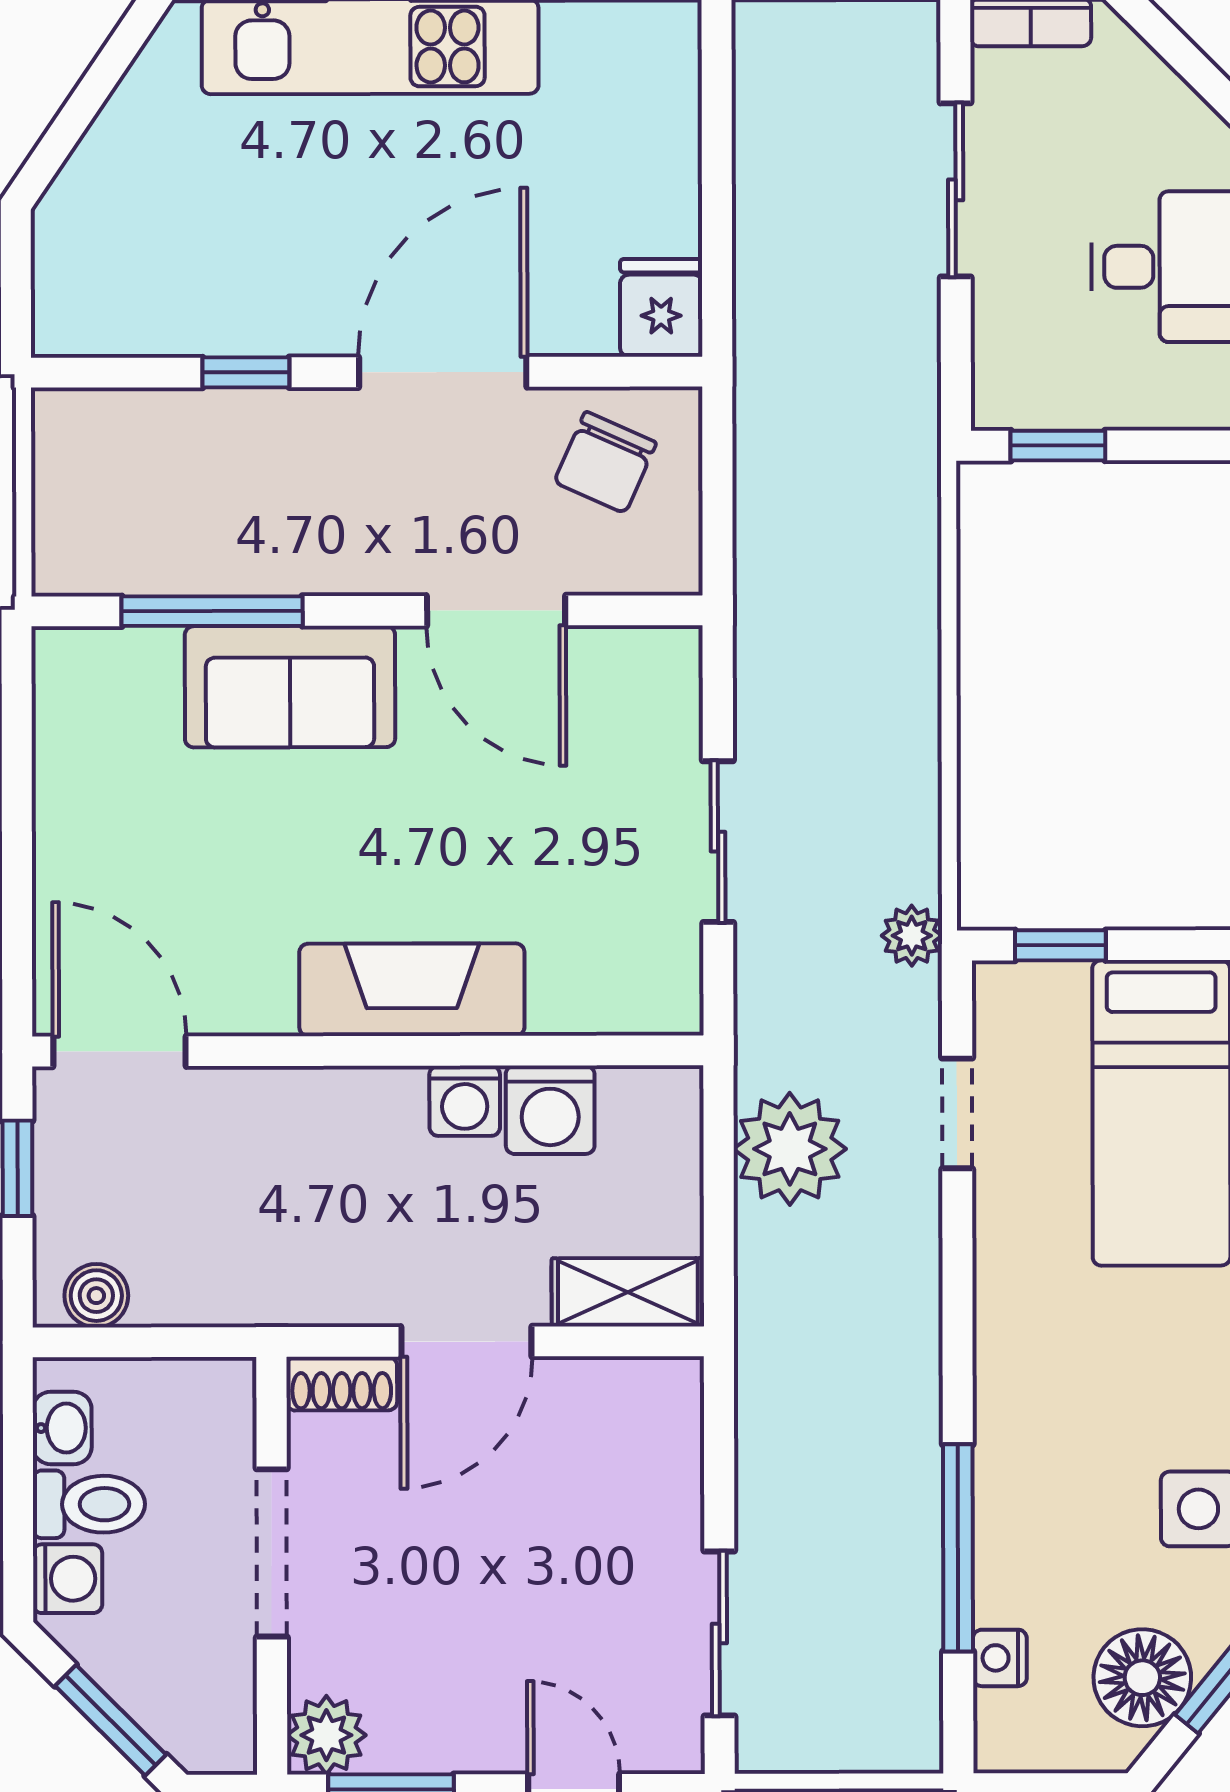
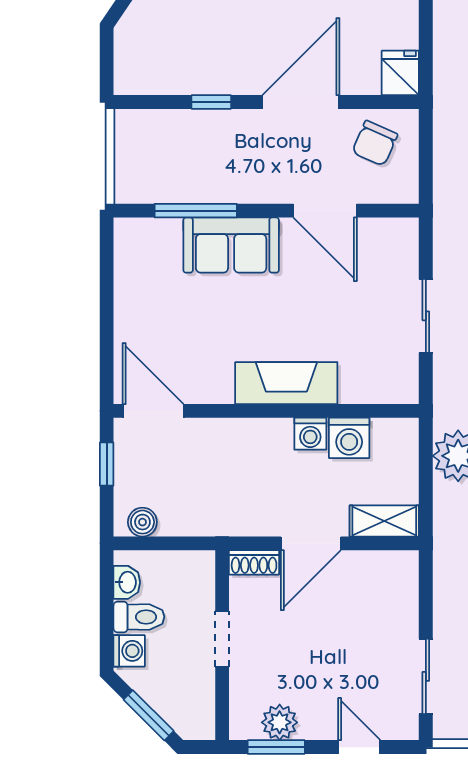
doorway: (272, 1553) -> (222, 639), width x0.73
plant: (326, 1735) -> (280, 722), moved

